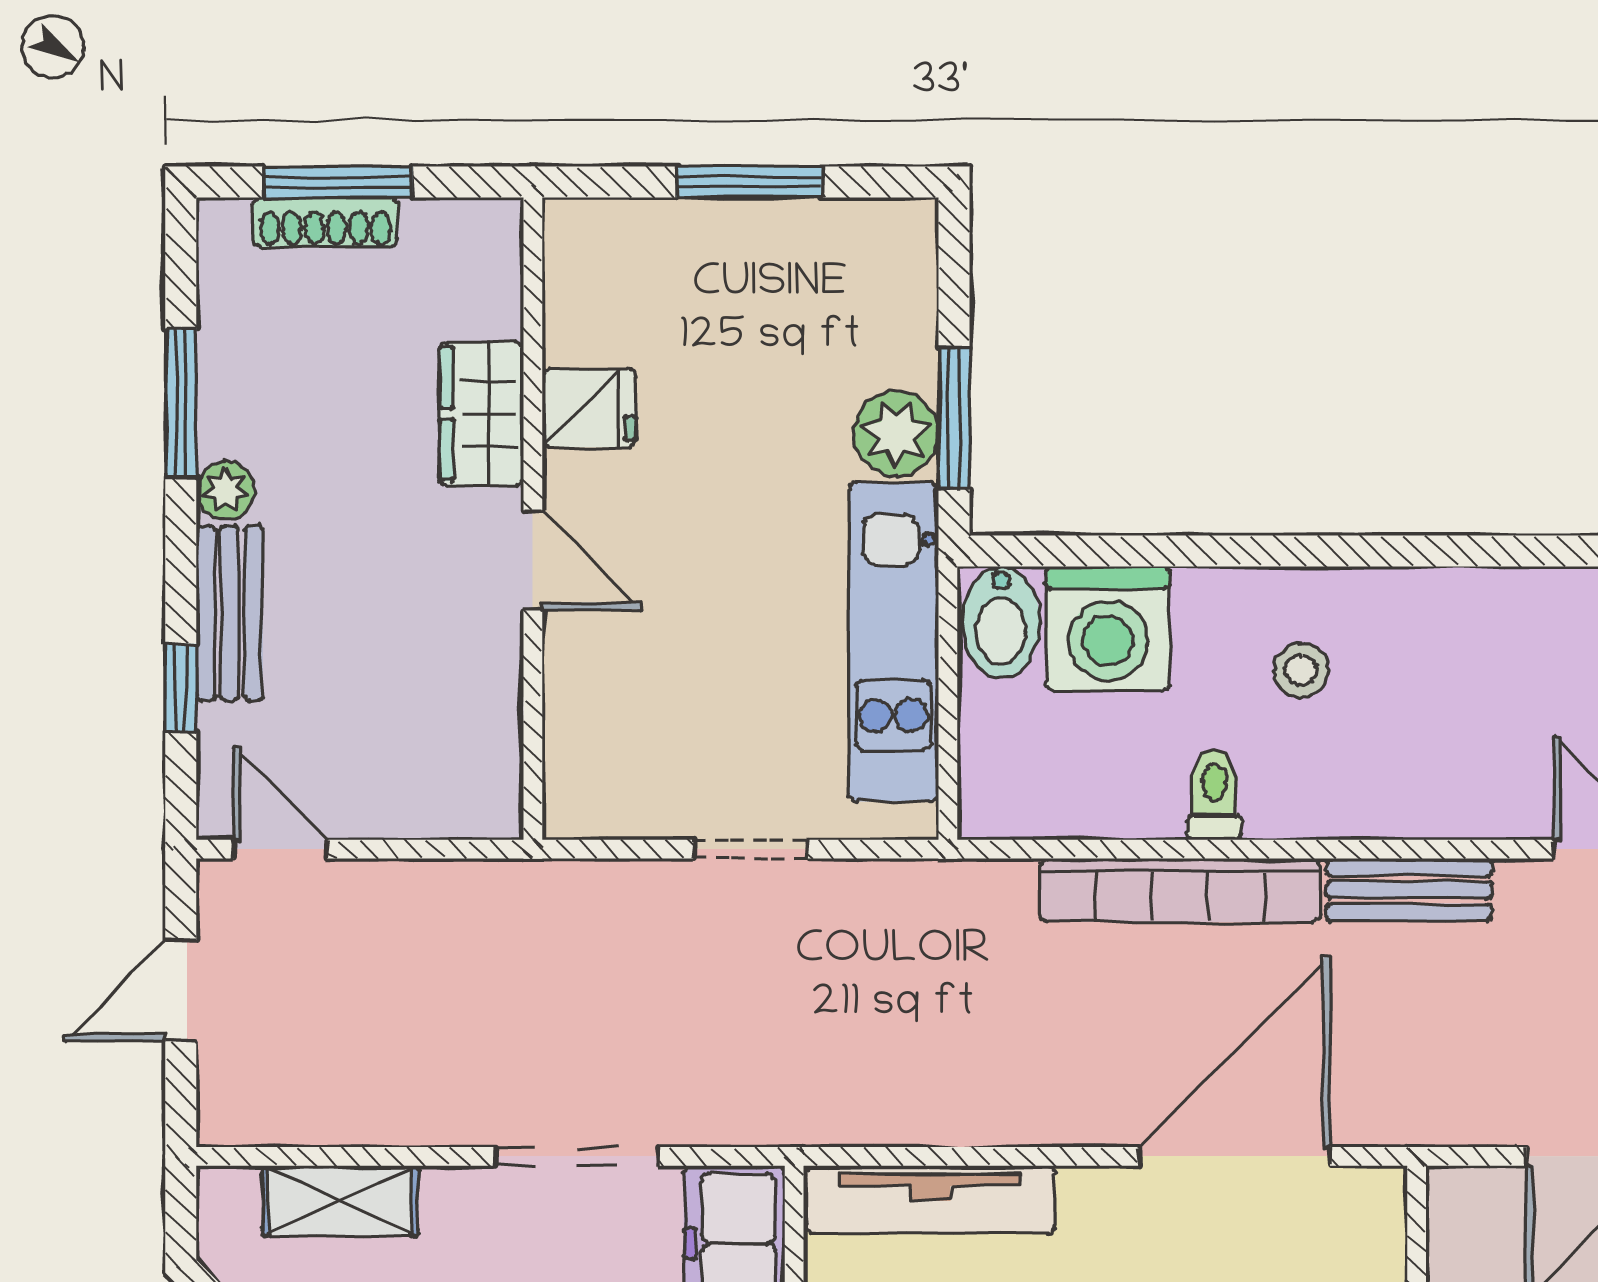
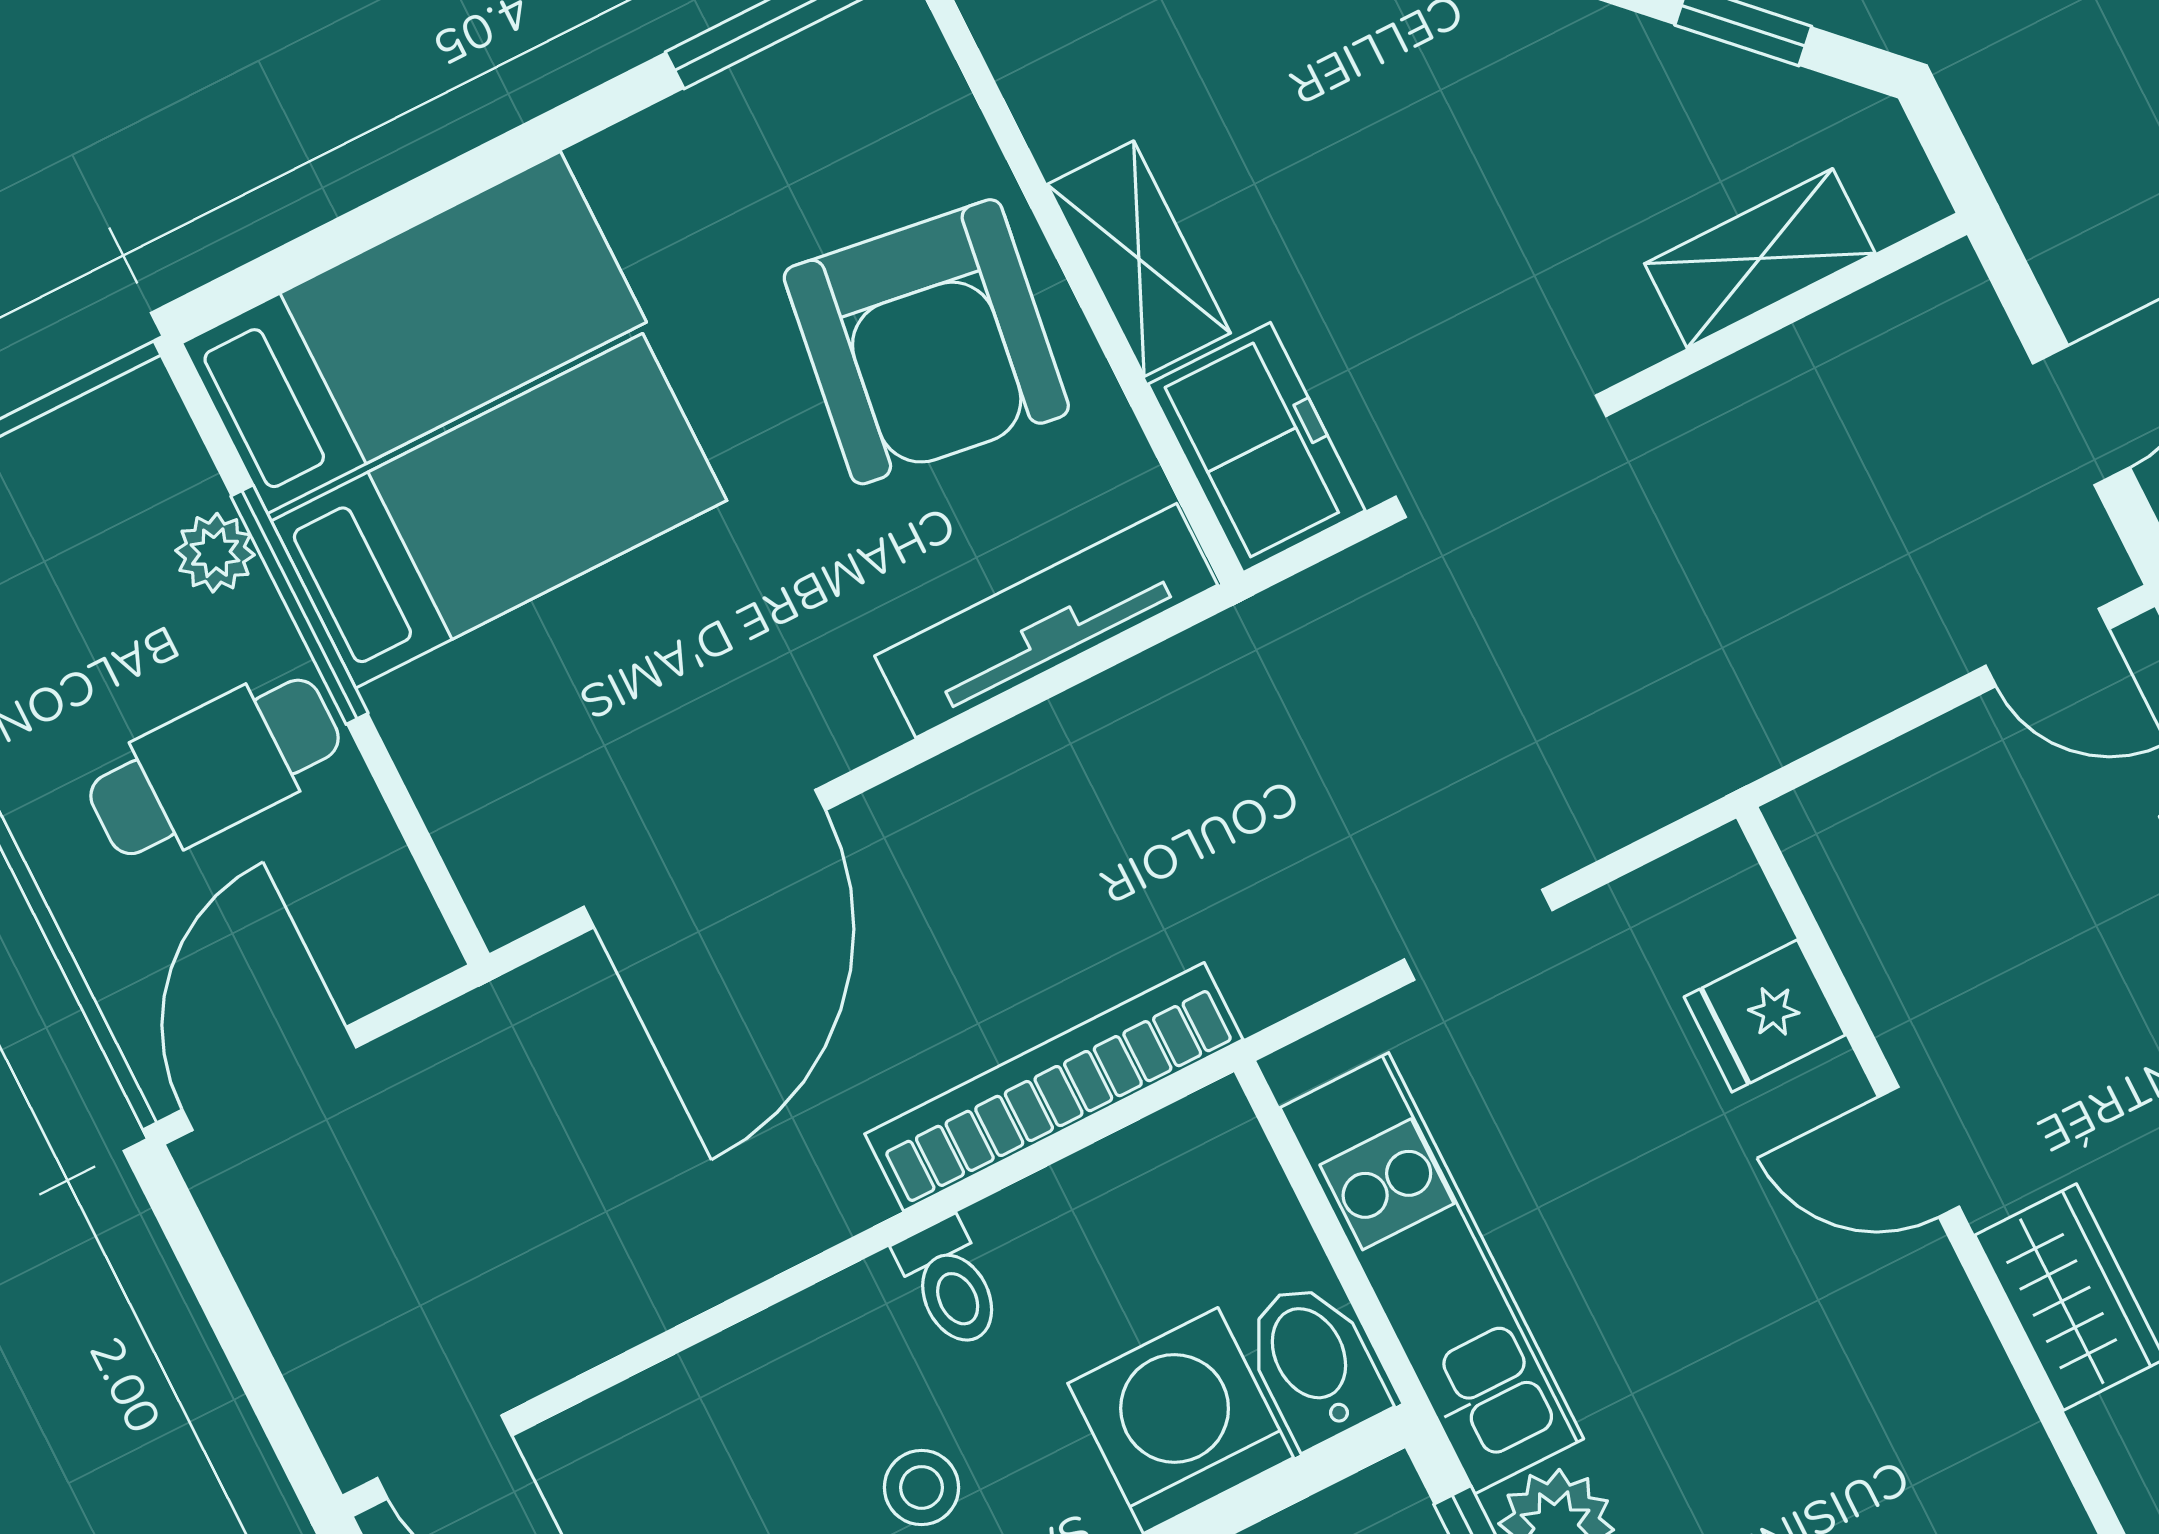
fridge: (589, 408) -> (1765, 1016), moved
bookcase: (1180, 890) -> (1054, 1087), moved
bench: (1409, 890) -> (656, 1288), removed

